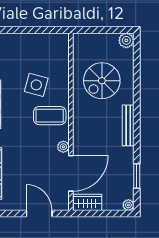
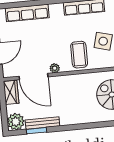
bench: (128, 125) -> (42, 123), moved
plant: (128, 205) -> (16, 122), width x1.88, depth x1.88

